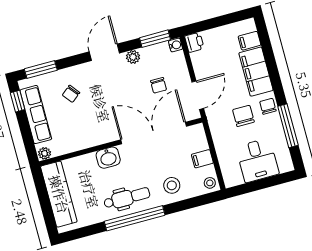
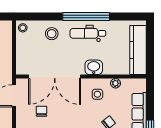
side table: (94, 125) -> (97, 94), added
plant: (45, 153) -> (116, 83), moved
filing cabinet: (202, 159) -> (23, 47), removed

